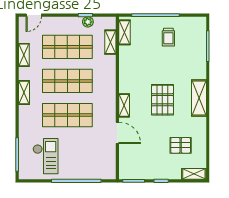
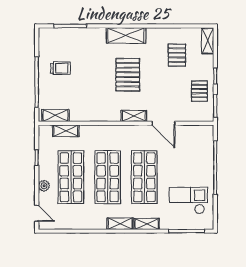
plant: (88, 22) -> (44, 186), moved
shelving: (24, 55) -> (147, 224), moved
pallet: (162, 100) -> (128, 75), turned 90
door: (117, 133) -> (163, 123), swing flipped
pallet: (147, 166) -> (199, 91), added

